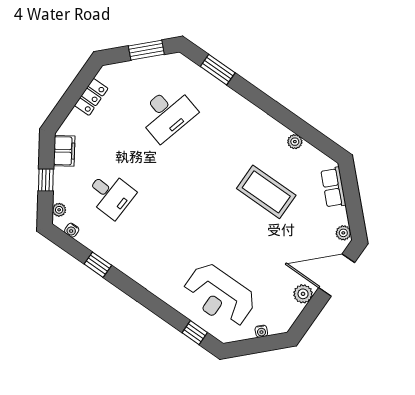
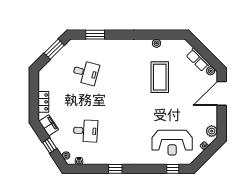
locker: (91, 97) -> (43, 102), moved
desk: (167, 113) -> (86, 73), width x0.73
row of seats: (333, 187) -> (198, 60), moved
coffee table: (266, 192) -> (160, 77), turned 90
window: (98, 265) -> (115, 169), moved
plant: (303, 294) -> (212, 131), moved

